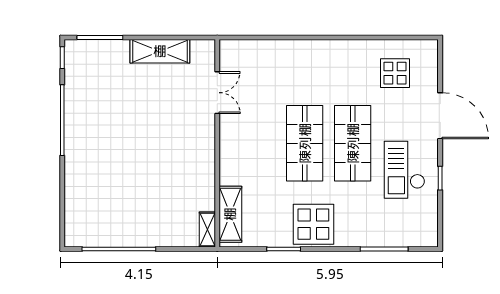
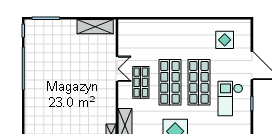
shelving: (160, 51) -> (95, 27), moved
double door: (217, 93) -> (117, 69), moved
shop shelf: (257, 143) -> (141, 82), added

